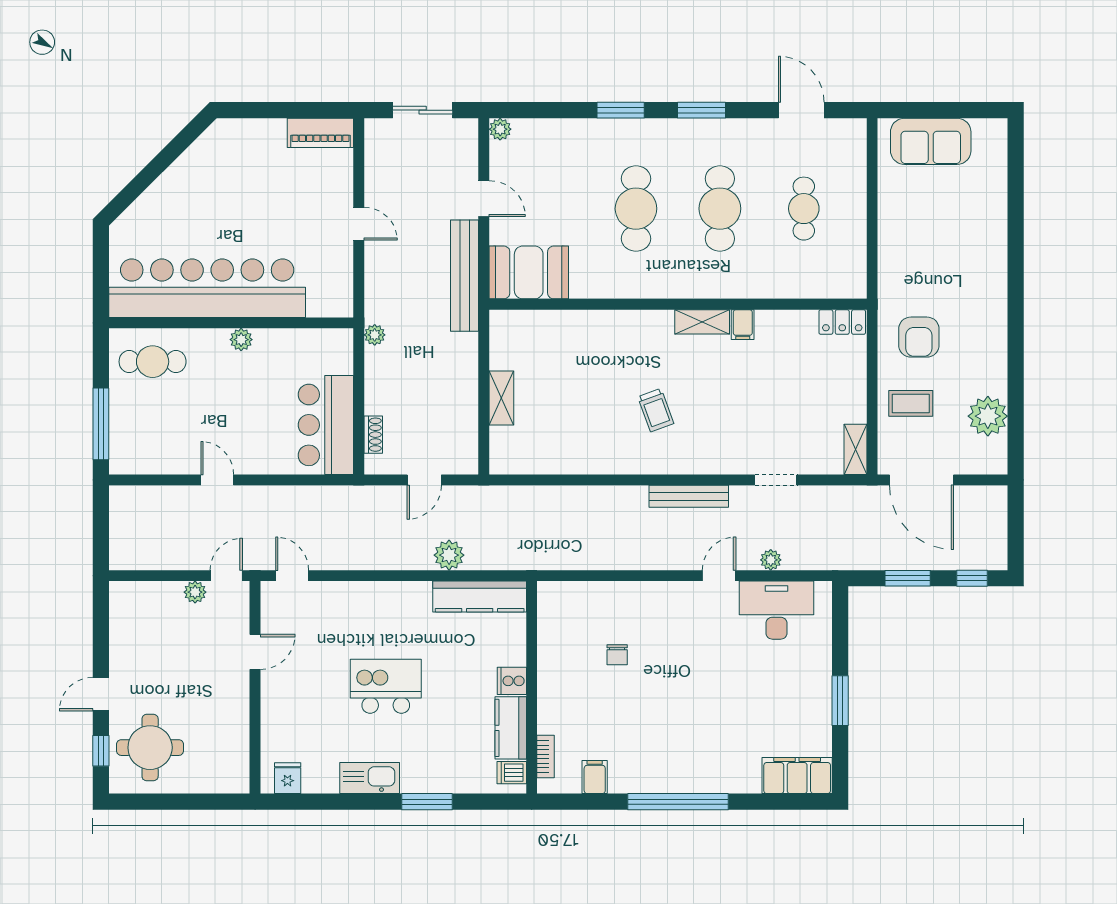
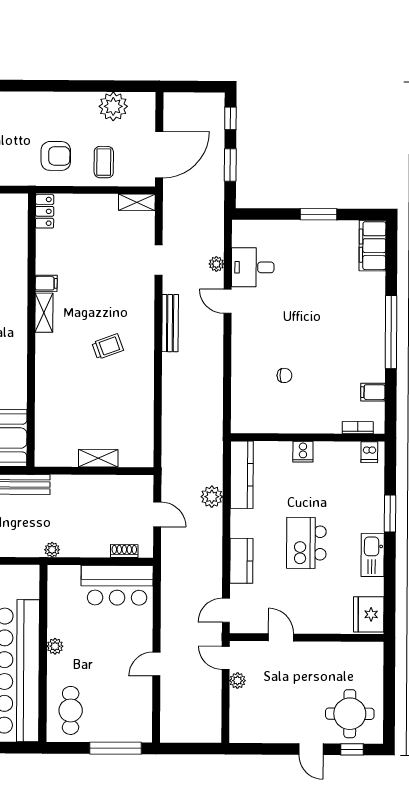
desk: (776, 610) -> (253, 267), width x0.73
kitchen counter: (511, 728) -> (241, 561), moved, turned -90
fridge: (288, 778) -> (369, 614), width x1.88, depth x1.34

